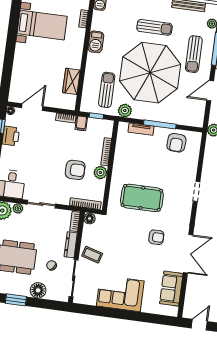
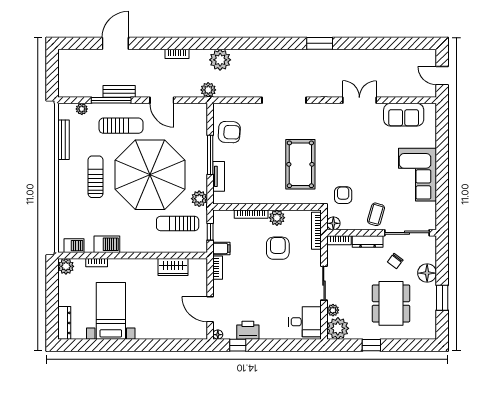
barbecue: (96, 42) -> (107, 244), moved
doorway: (197, 191) -> (284, 100), width x1.88
armchair: (156, 237) -> (343, 195), moved
double door: (188, 254) -> (359, 100), width x0.73

